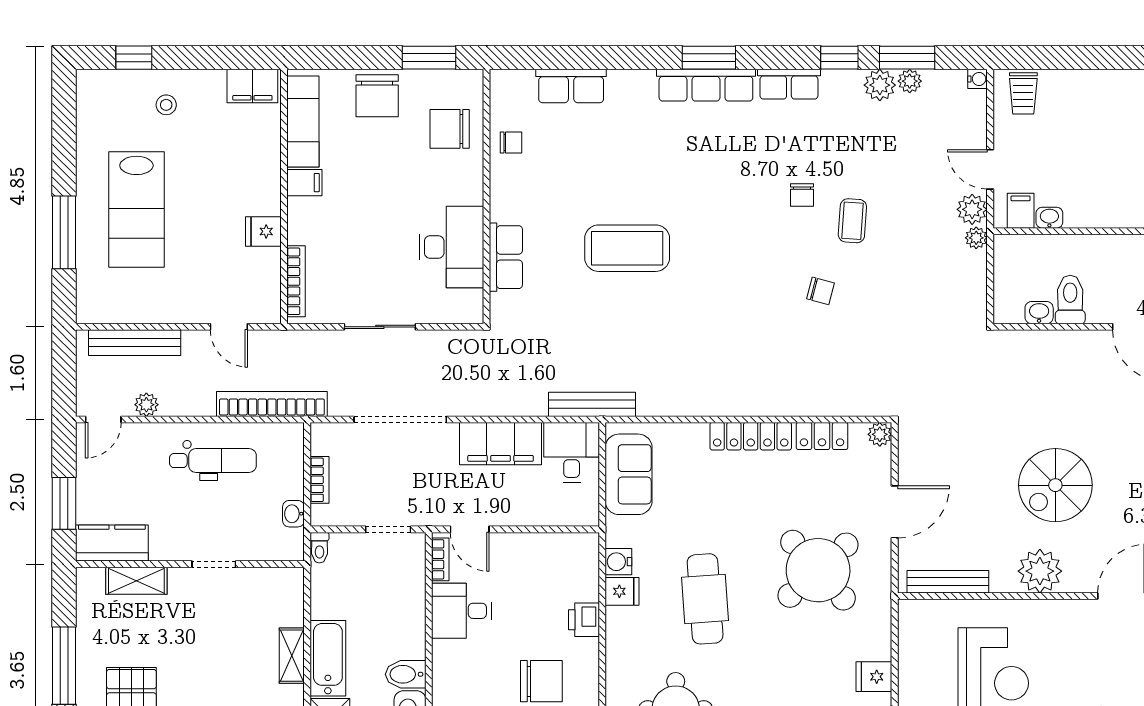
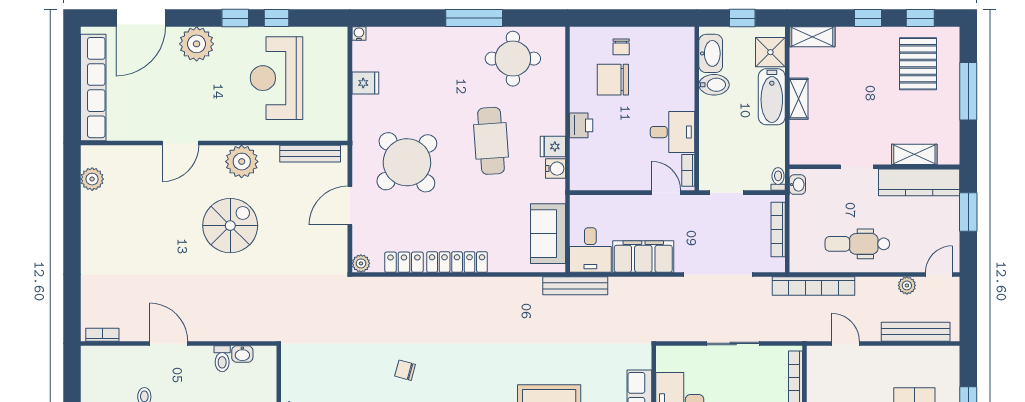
toilet: (1070, 300) -> (222, 359), width x0.73, depth x0.72
bookcase: (319, 480) -> (778, 230), width x1.56
washbasin: (293, 514) -> (797, 185), moved
kitchen counter: (112, 543) -> (919, 182), width x1.50

